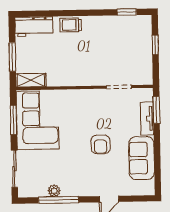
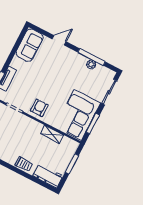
shelving: (31, 80) -> (52, 134), moved
armchair: (101, 144) -> (39, 108), moved
sofa: (142, 158) -> (30, 45), moved

